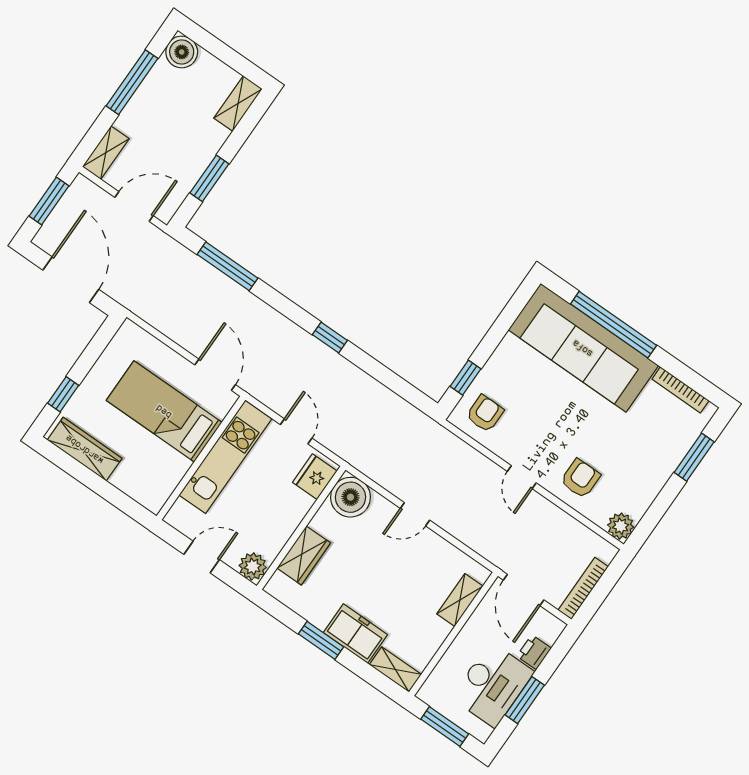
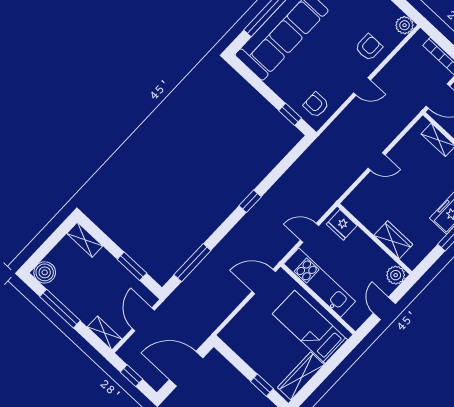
window: (49, 201) -> (131, 376), width x0.67
bed: (164, 411) -> (310, 327), moved, turned 90
armchair: (580, 479) -> (369, 47), turned 90
boiler: (350, 497) -> (359, 203), removed
door: (415, 514) -> (377, 161), hinge flipped

